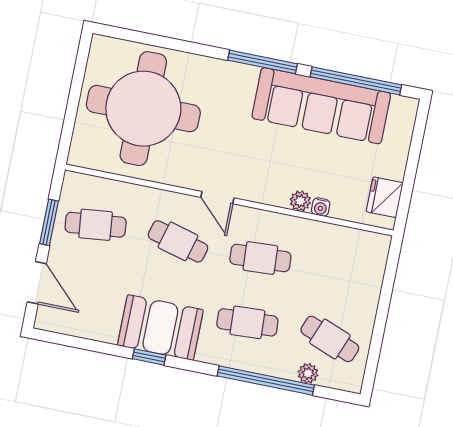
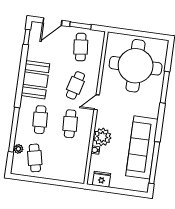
window: (263, 62) -> (165, 87), moved
plant: (300, 201) -> (102, 137), width x1.87, depth x1.87
cafe table: (330, 339) -> (35, 158), turned -33
window: (149, 357) -> (27, 37), moved

